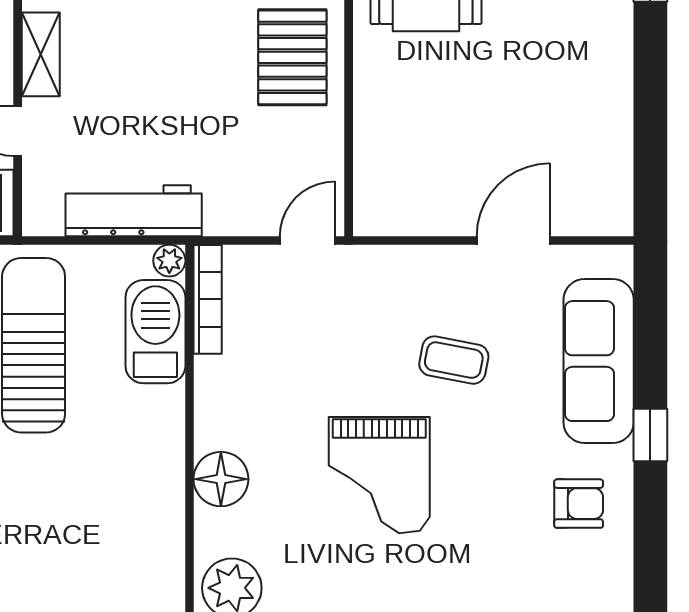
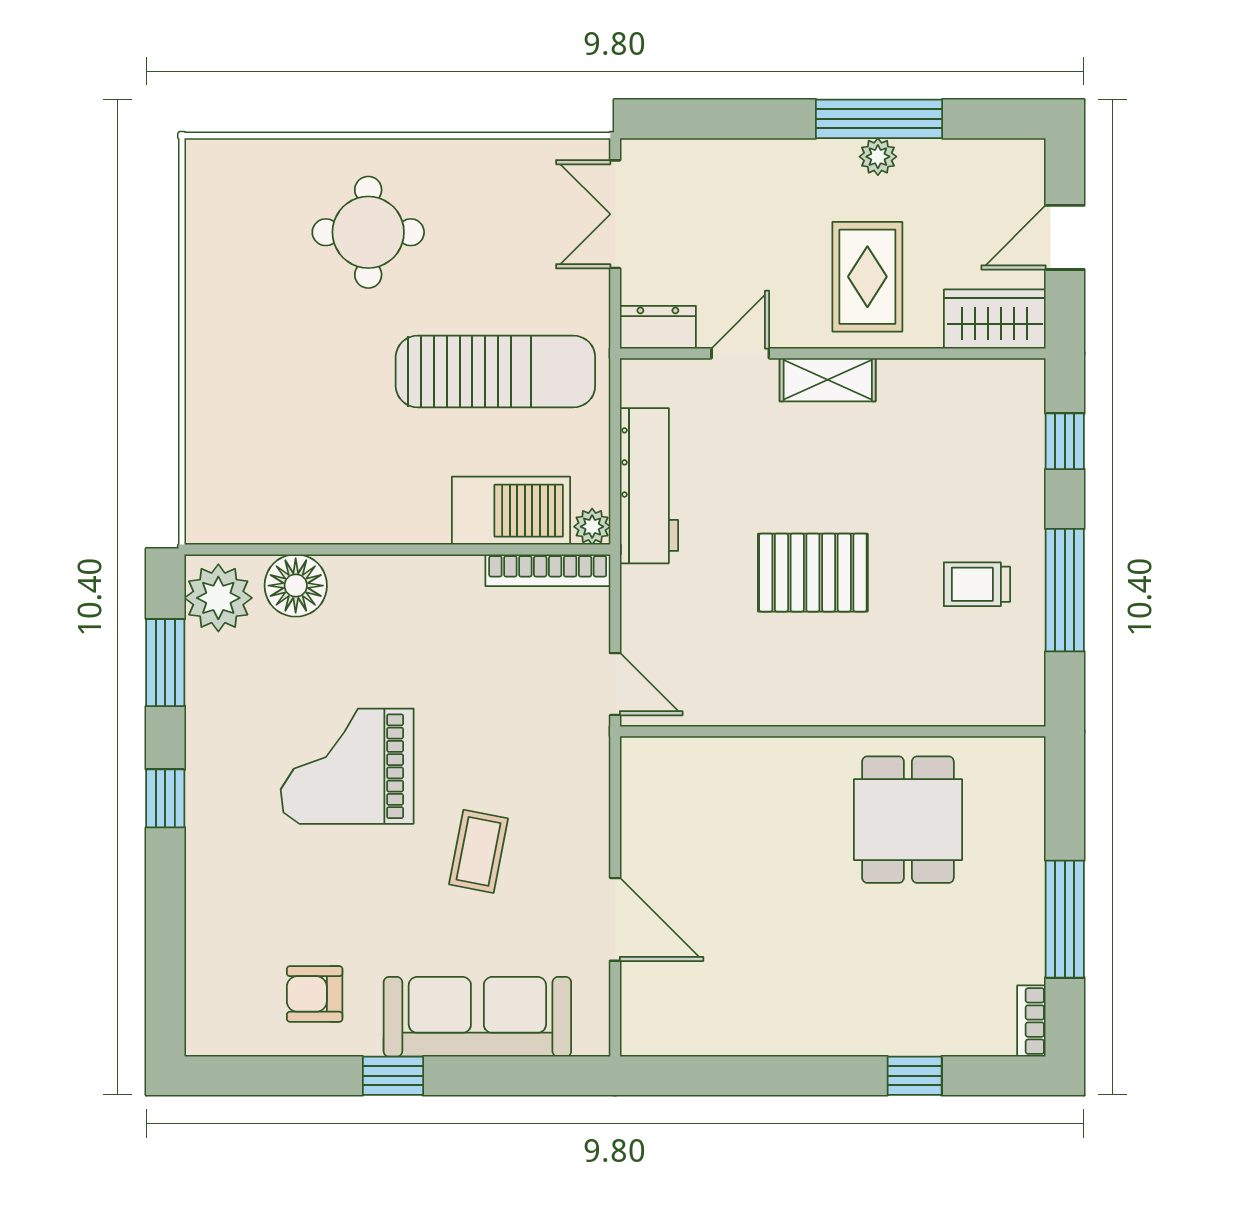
pallet: (292, 57) -> (813, 573), moved
floor lamp: (221, 479) -> (296, 586), moved
armchair: (579, 504) -> (315, 994), turned 90

